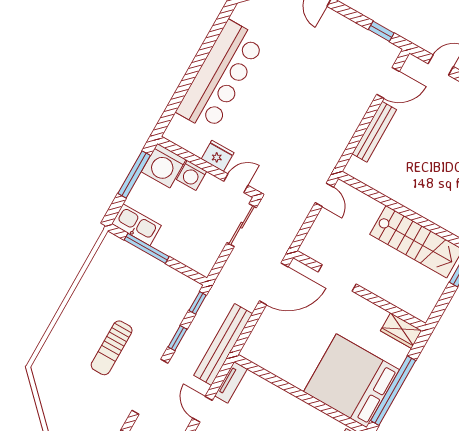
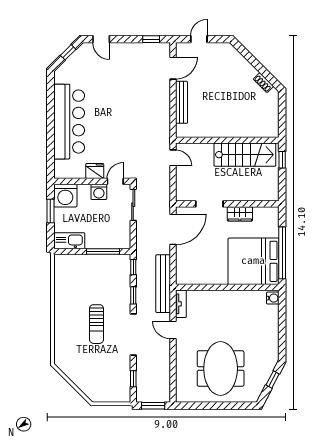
window: (134, 174) -> (50, 211), width x0.69
washing machine: (192, 175) -> (99, 192), moved
window: (147, 248) -> (103, 252), moved
wardrobe: (401, 331) -> (240, 214), moved

